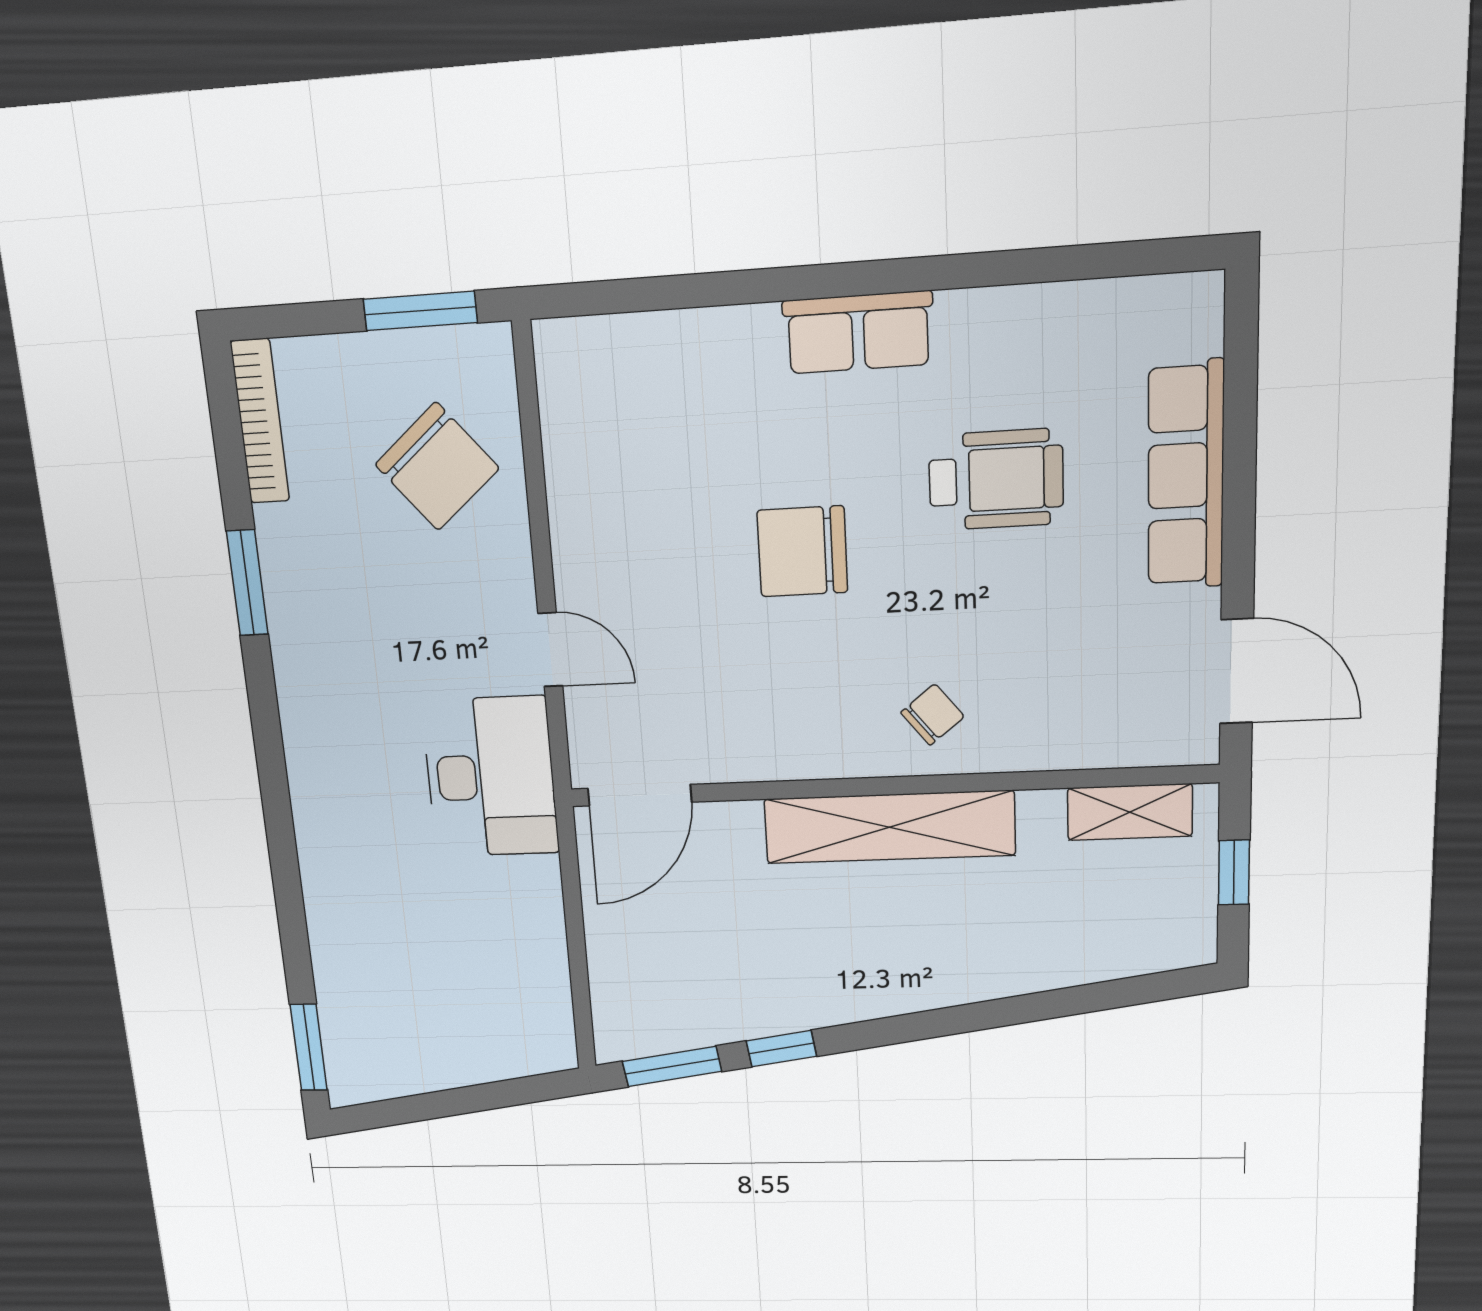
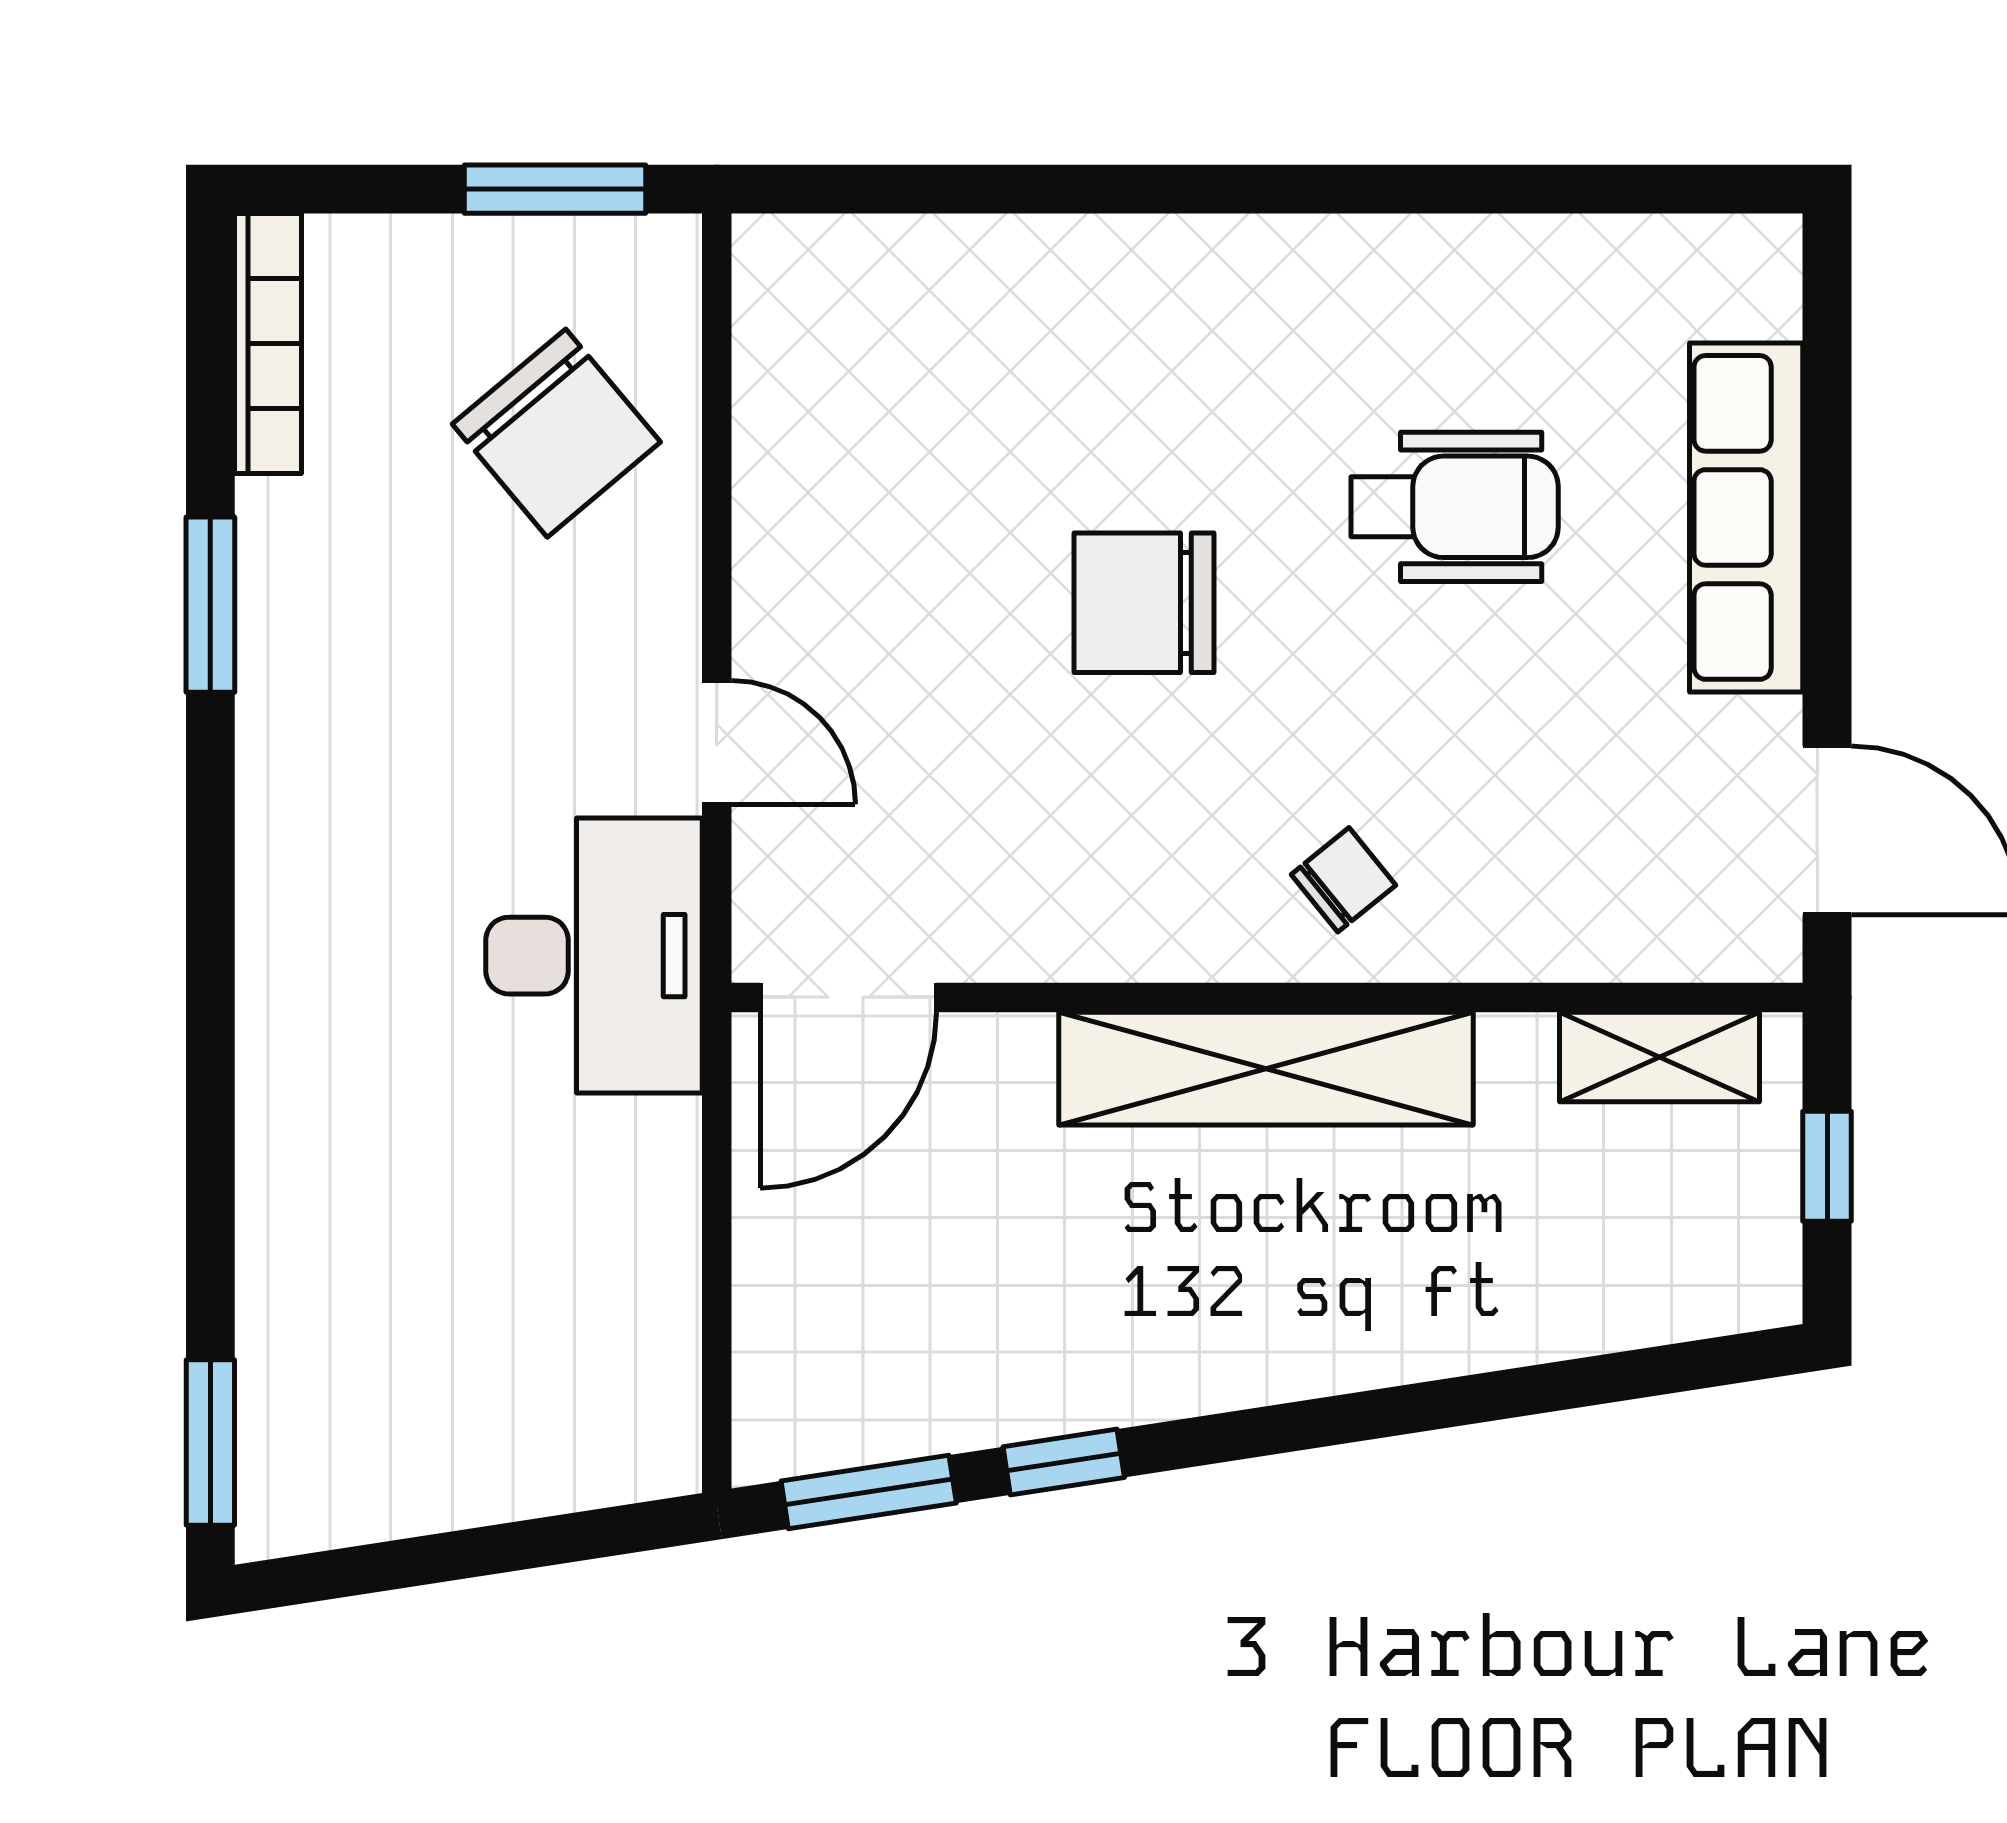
row of seats: (858, 332) -> (1248, 269), removed

